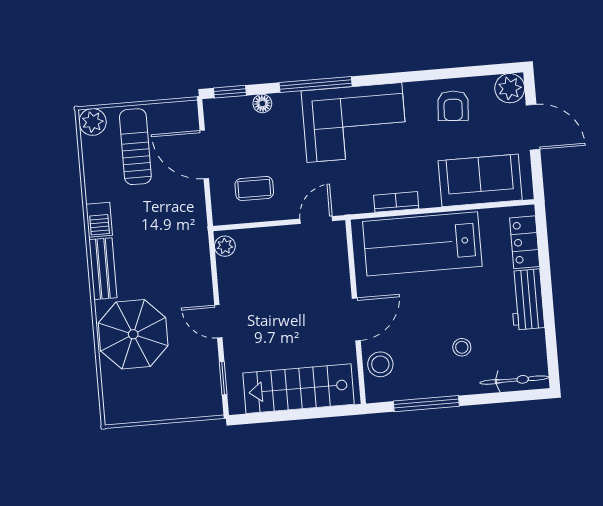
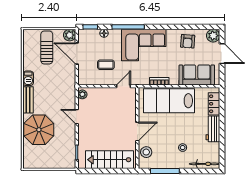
plant: (93, 122) -> (70, 35), moved
coffee table: (254, 189) -> (106, 65), moved
door: (218, 321) -> (77, 117), moved

